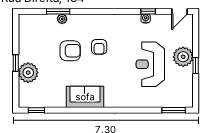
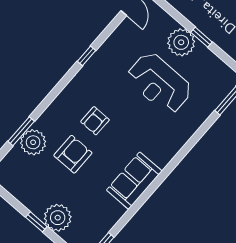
window: (148, 11) -> (87, 56), moved
water cooler: (146, 18) -> (107, 47), removed
plant: (62, 19) -> (33, 142), width x1.88, depth x1.88
armchair: (99, 47) -> (95, 121), turned 90

